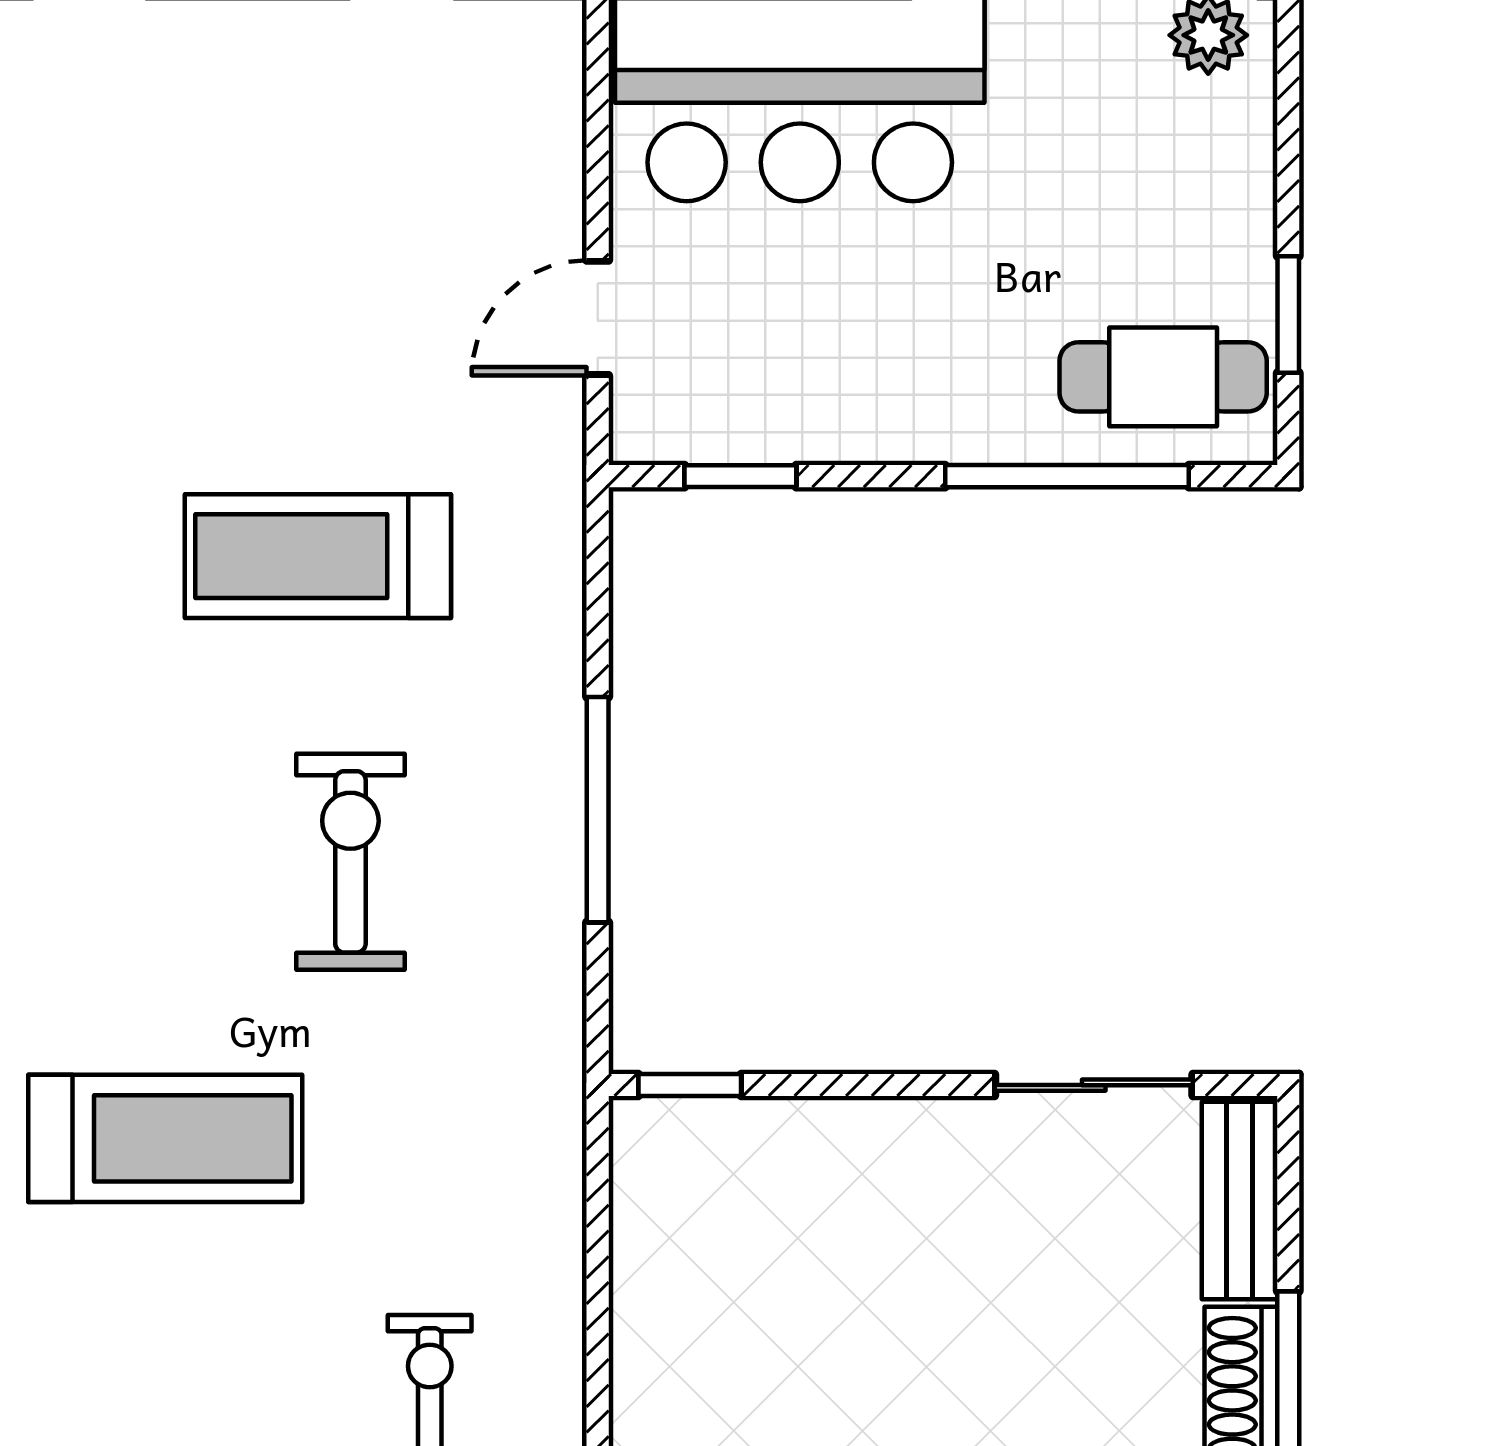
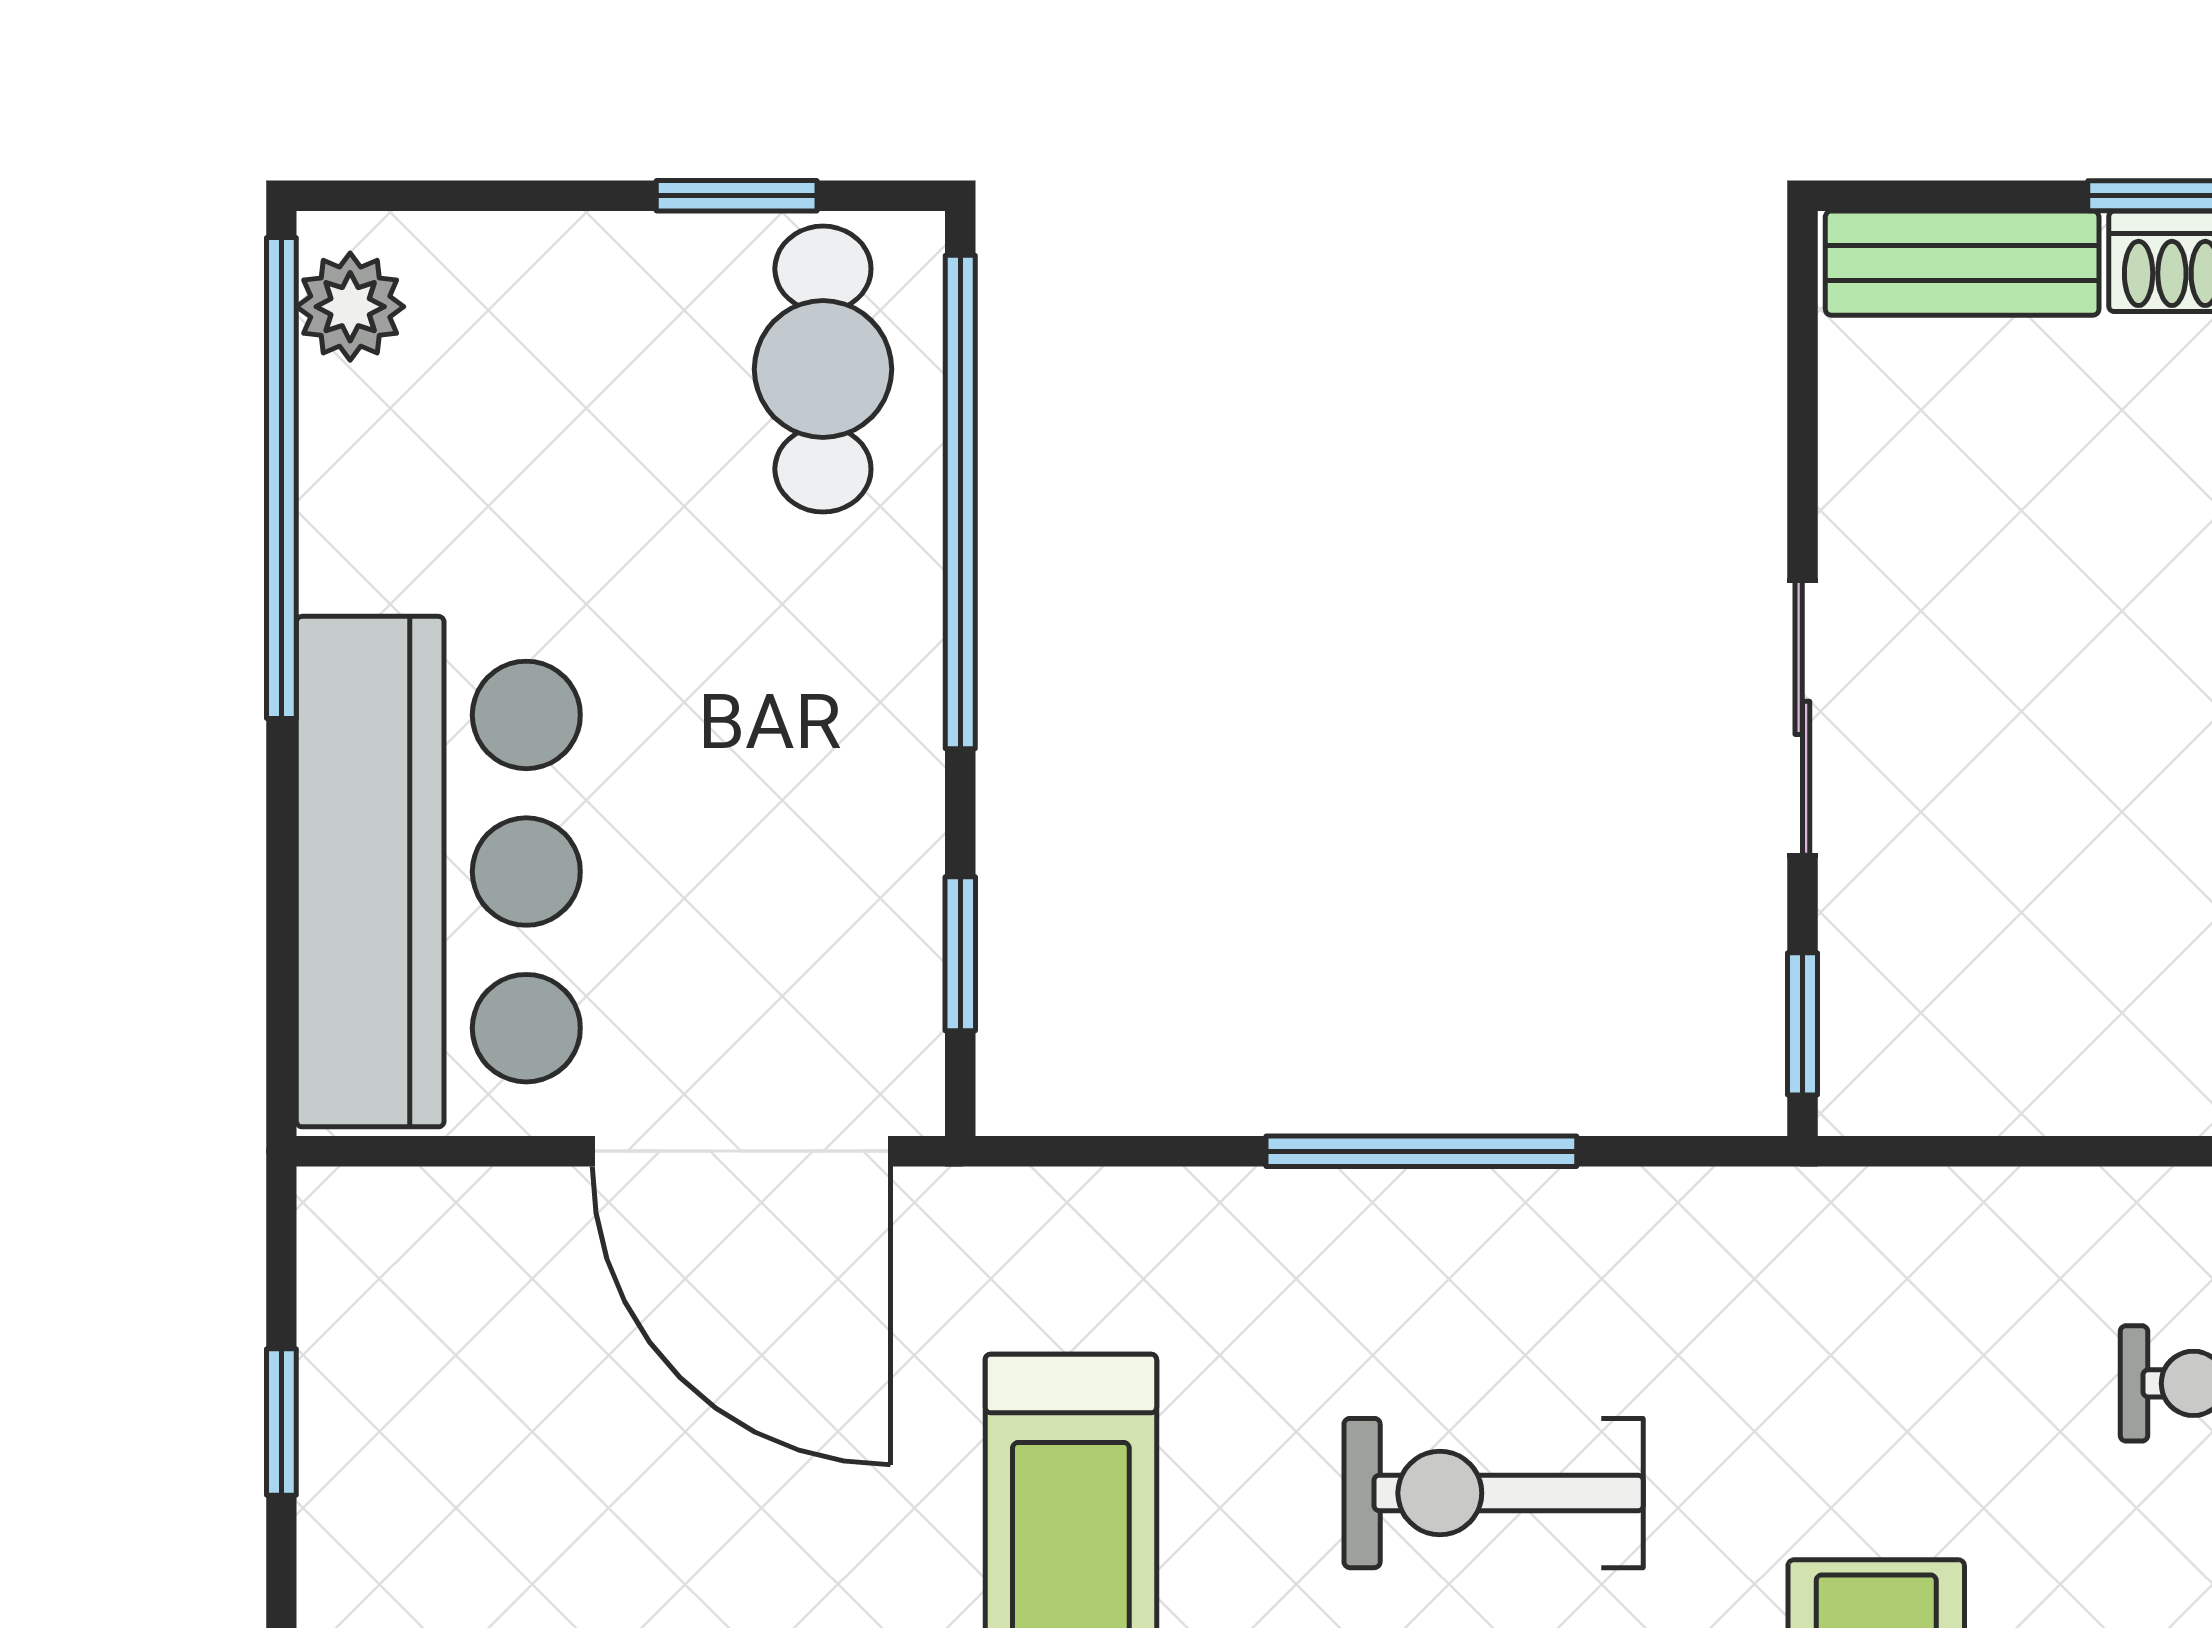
door: (598, 318) -> (741, 1151), width x1.88
window: (1067, 476) -> (960, 502), width x1.46
sliding door: (1094, 1085) -> (1802, 718), moved

